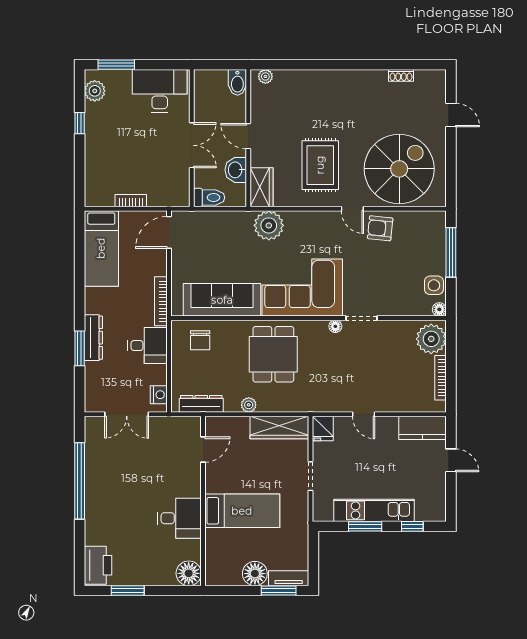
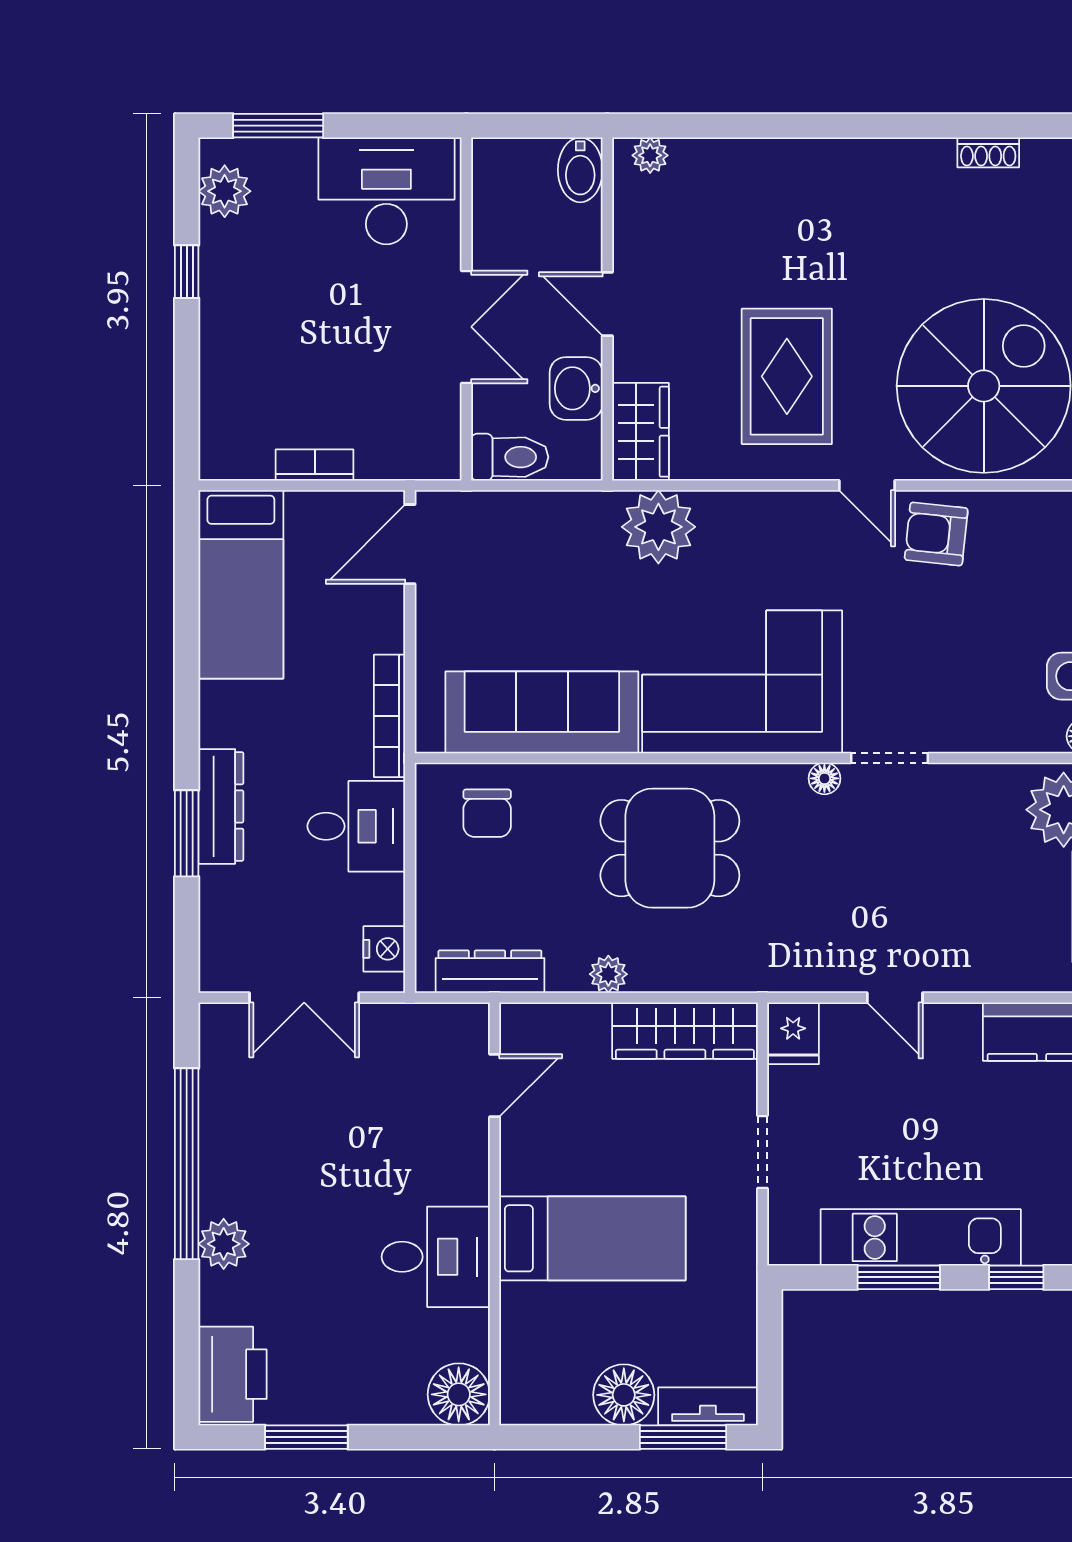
dining table: (273, 354) -> (670, 848), turned 90
plant: (94, 513) -> (224, 1244), added

